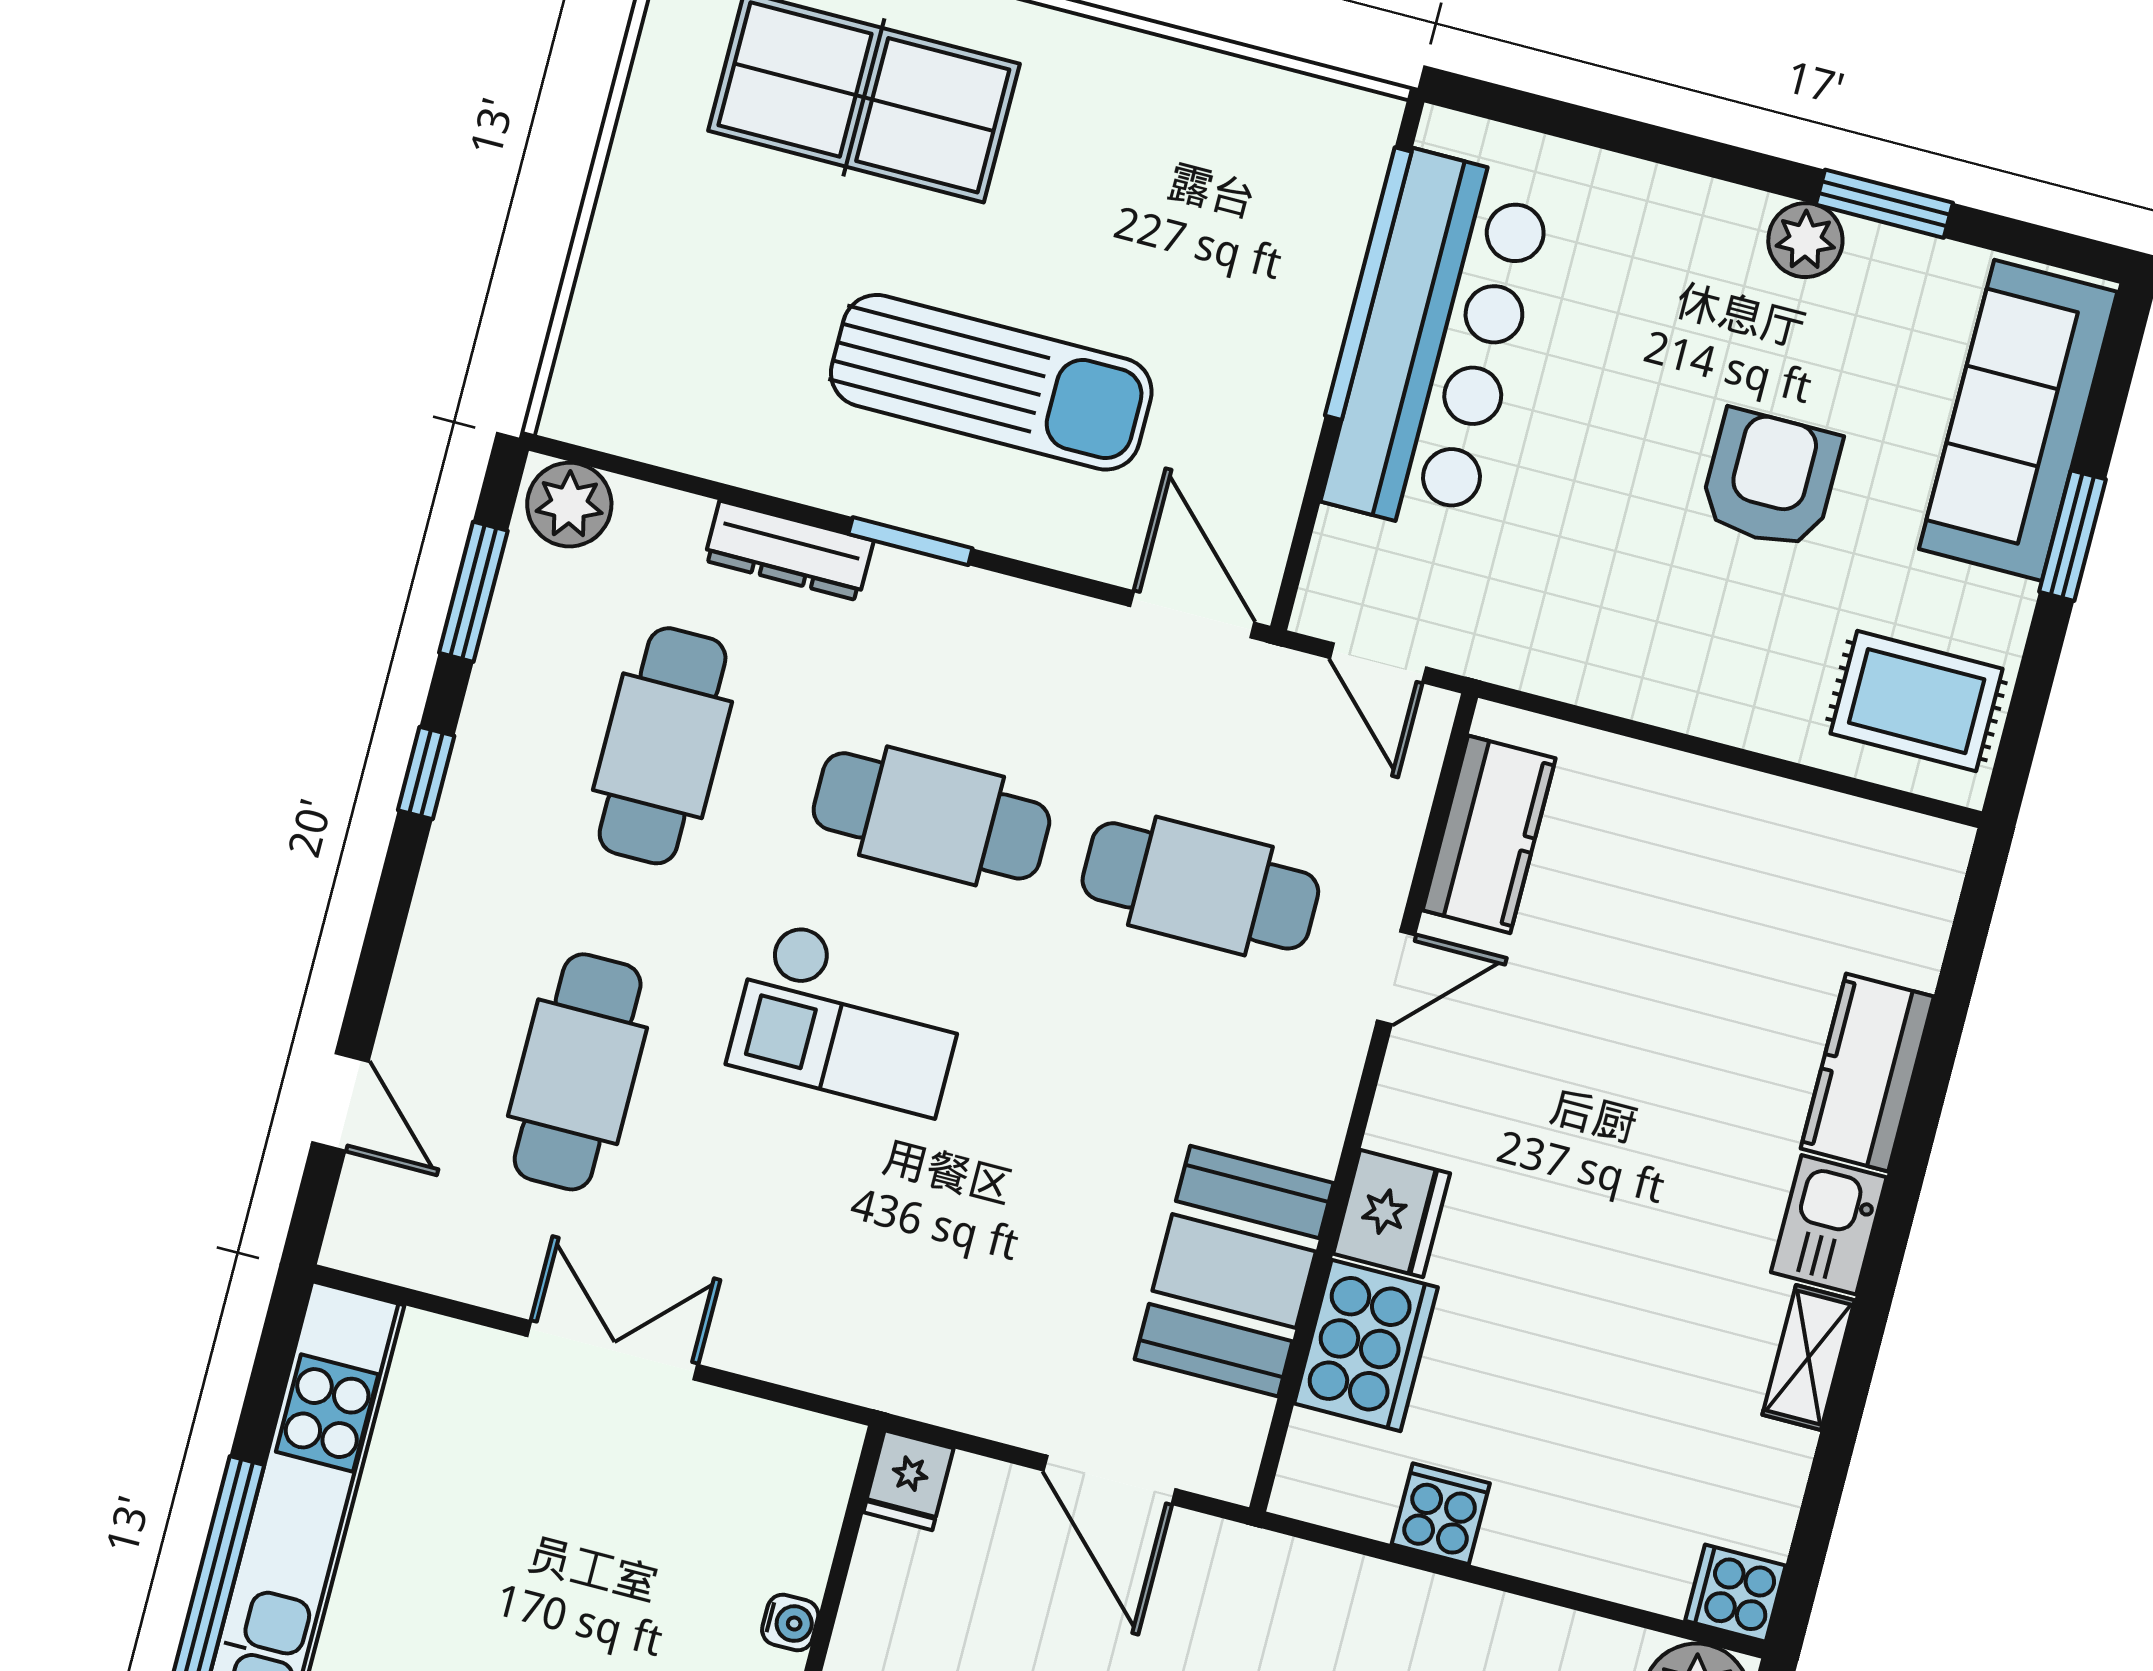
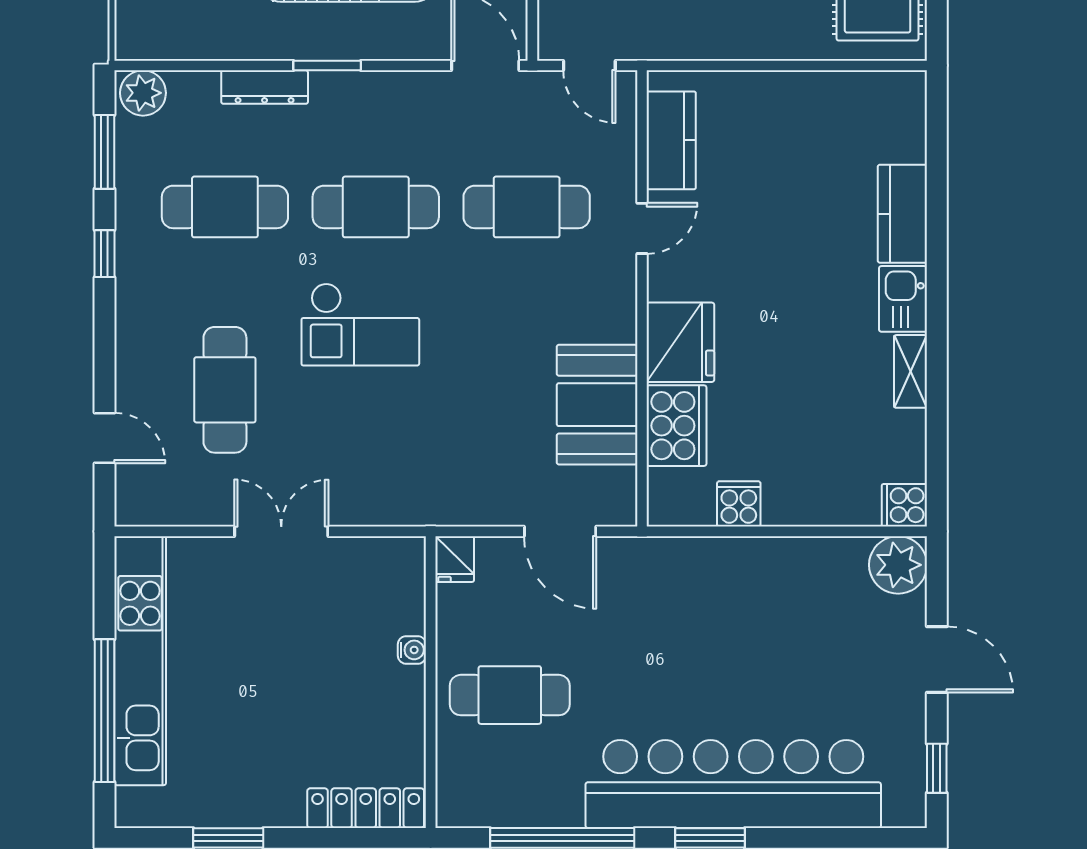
cafe table: (663, 746) -> (225, 207), turned 90
fridge: (1392, 1214) -> (680, 342), width x1.36, depth x1.34

